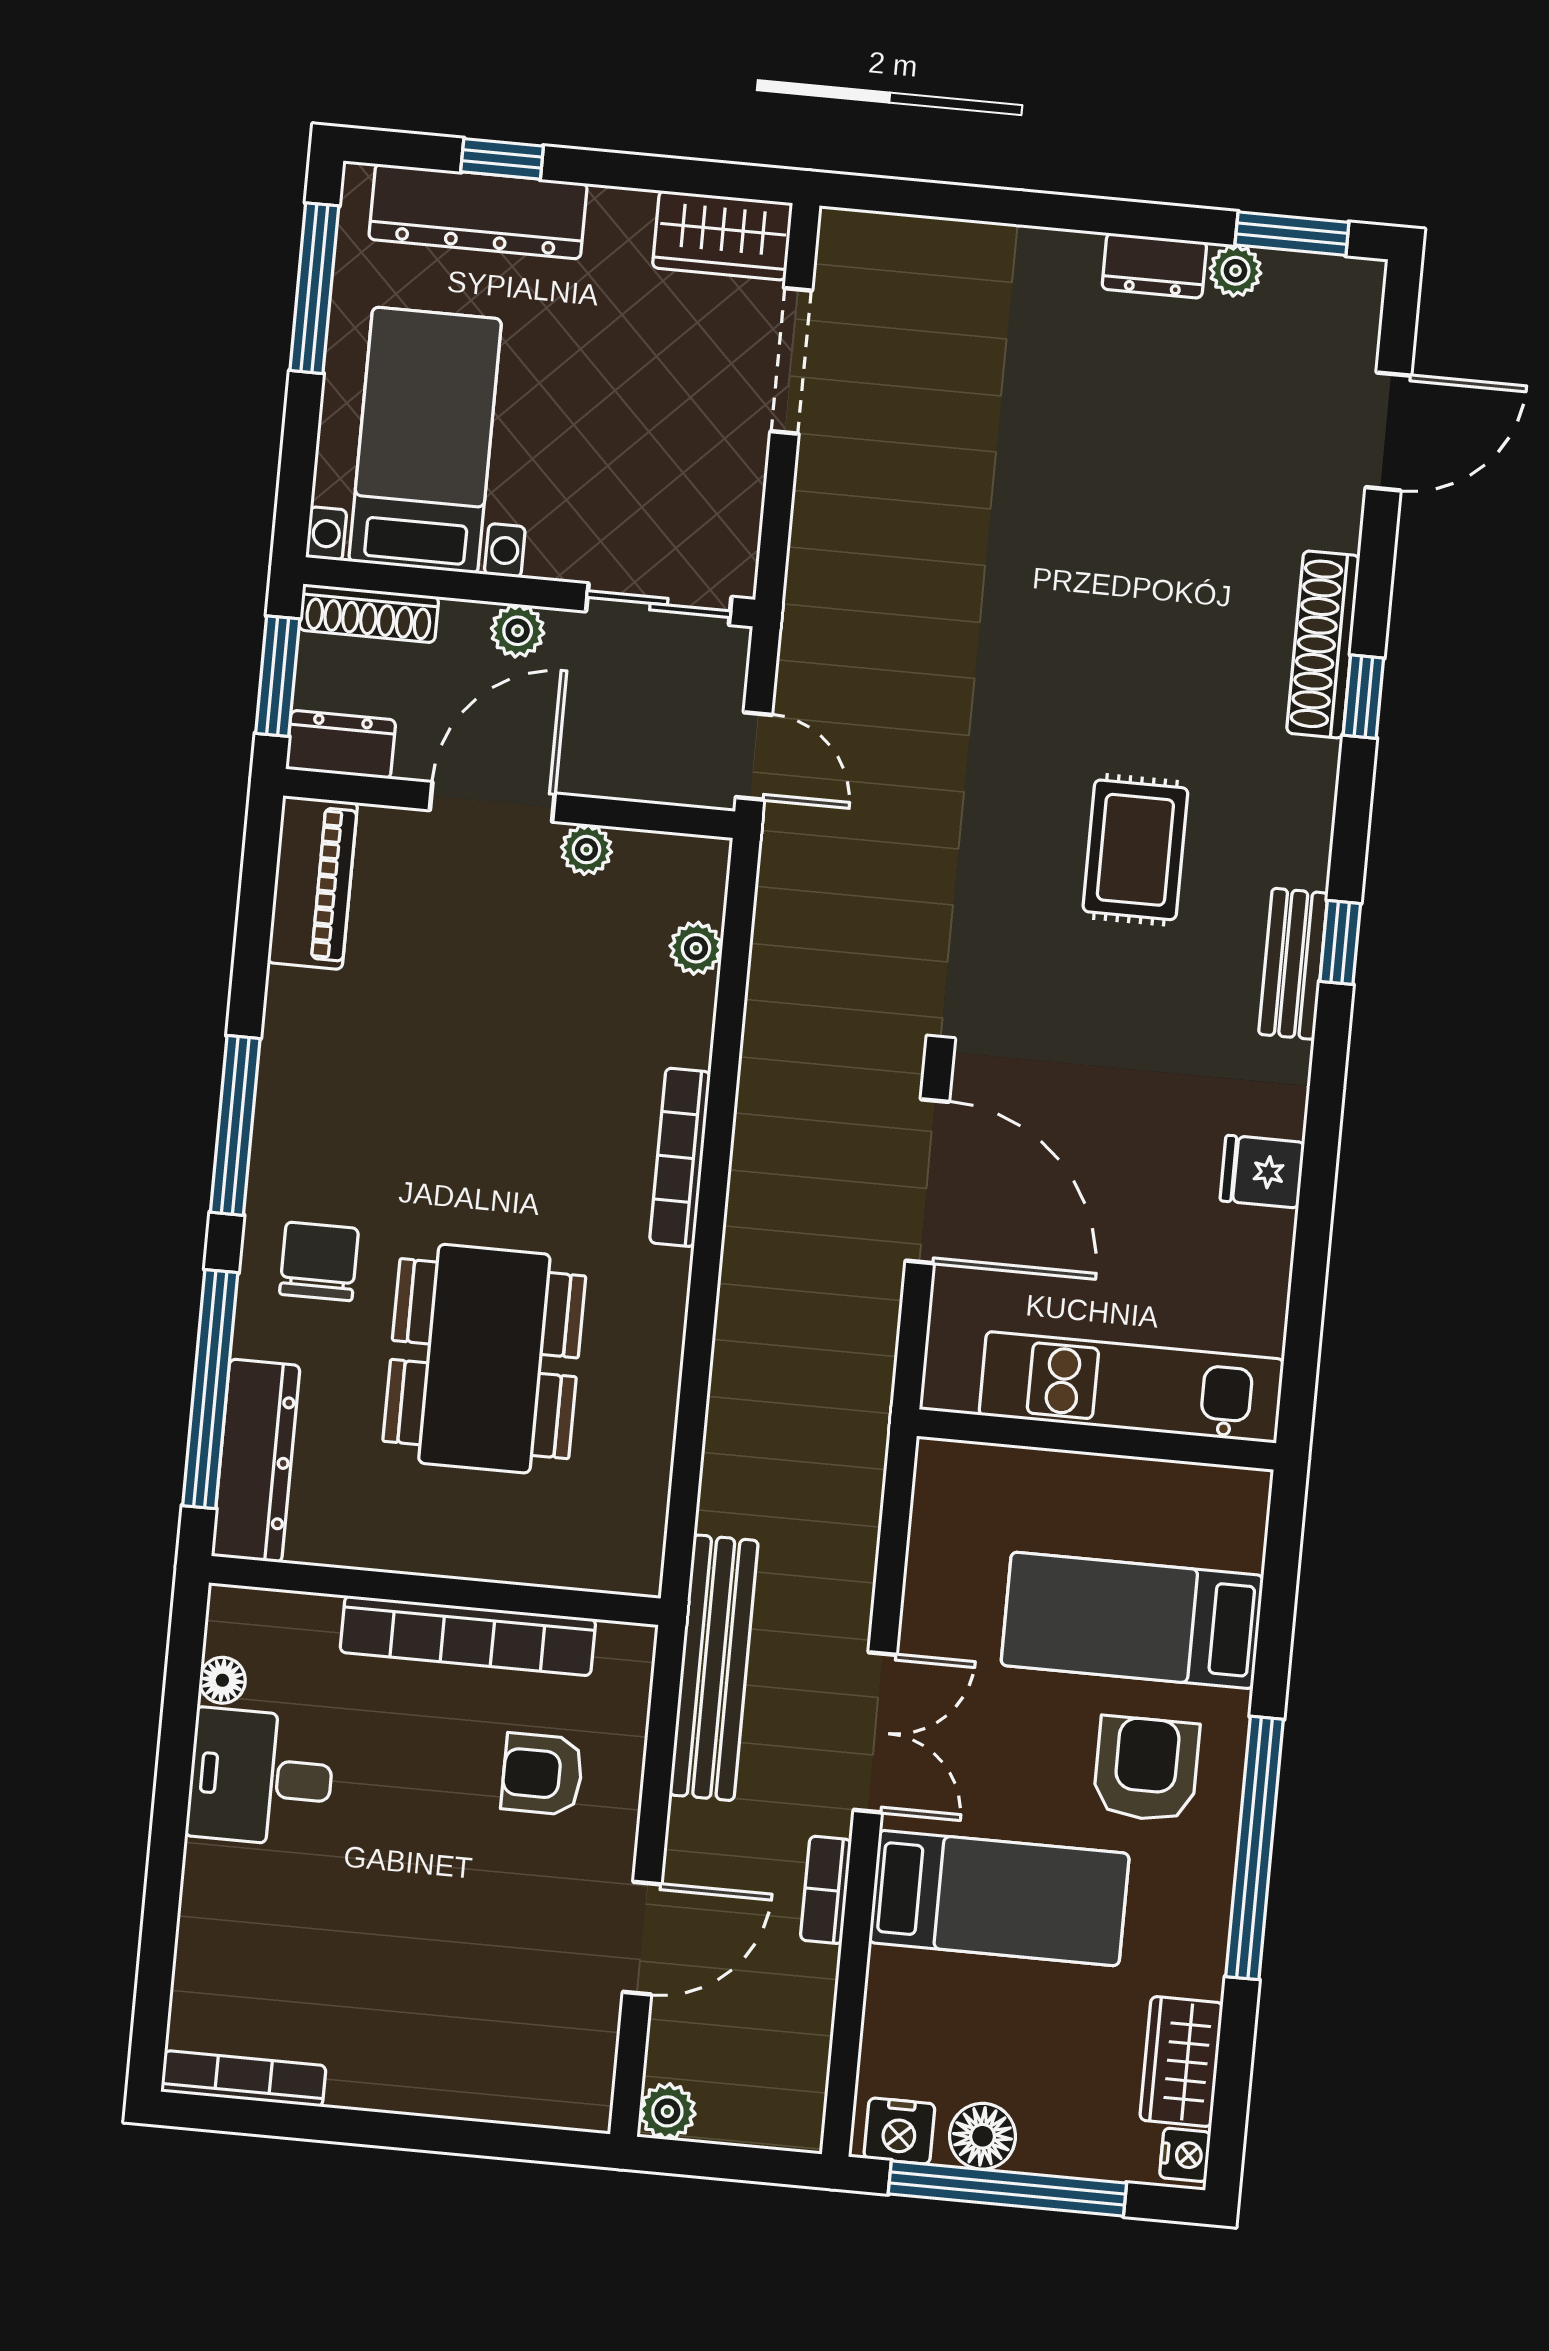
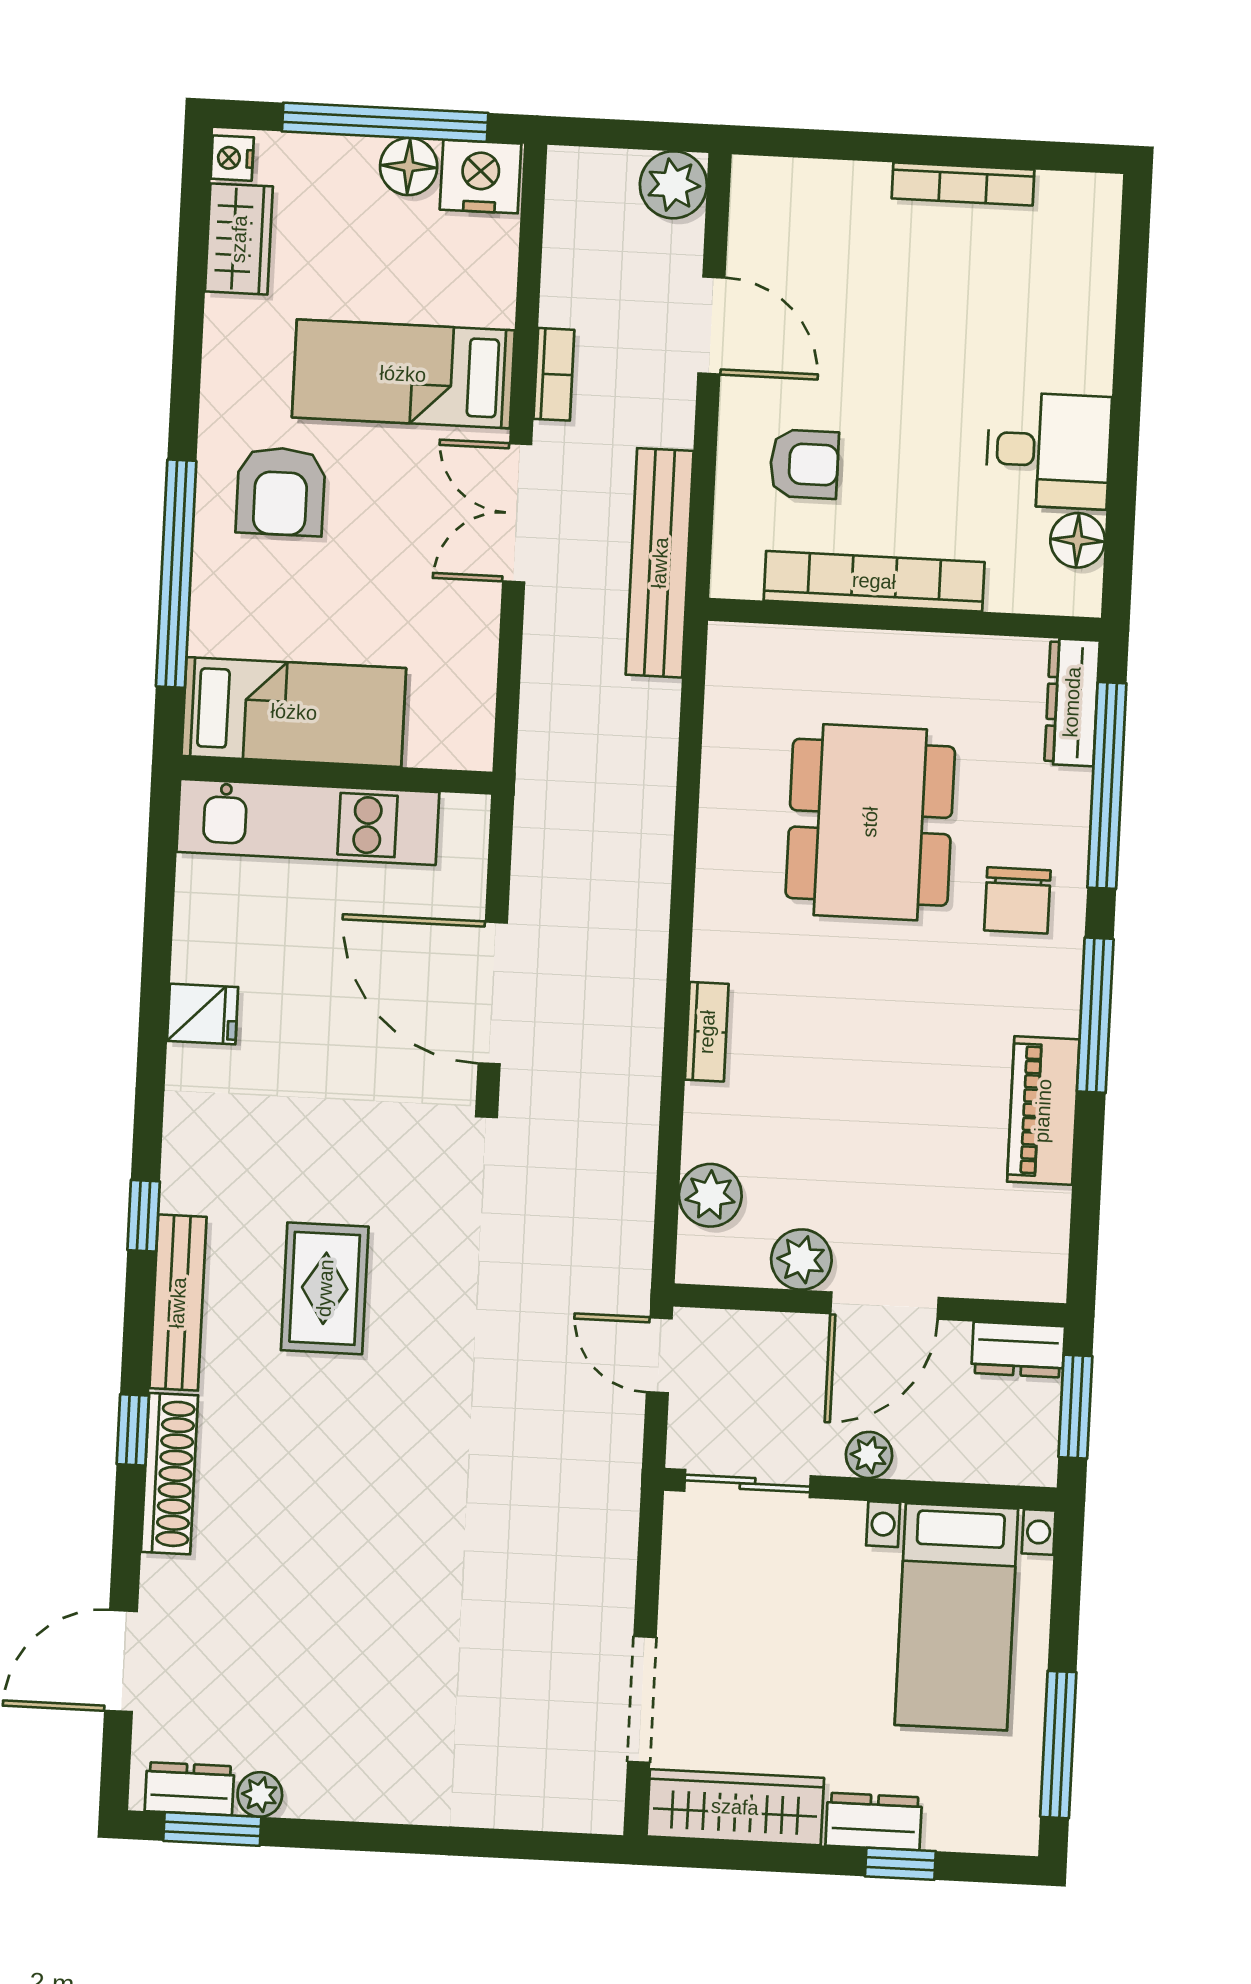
dresser: (478, 211) -> (874, 1821), width x0.51, depth x0.80
wardrobe: (722, 235) -> (735, 1807), width x1.50
dresser: (1154, 266) -> (189, 1789), moved
shoe rack: (369, 613) -> (999, 1464), removed
plant: (586, 850) -> (801, 1260), width x1.38, depth x1.38
piano: (313, 883) -> (1043, 1111), moved
plant: (696, 948) -> (710, 1195), width x1.38, depth x1.38
bench: (1293, 964) -> (178, 1303), moved, width x1.36
bookcase: (680, 1157) -> (707, 1032), width x0.64
dresser: (256, 1461) -> (1072, 702), width x0.73, depth x0.80
bed: (1132, 1620) -> (294, 712), moved
floor lamp: (222, 1680) -> (1078, 540), width x1.37, depth x1.37
window: (1255, 1848) -> (176, 574), moved
door: (642, 1938) -> (711, 326), swing flipped
bookcase: (243, 2079) -> (963, 184), moved
plant: (667, 2111) -> (673, 185), width x1.38, depth x1.38
nightstand: (899, 2131) -> (481, 177), width x1.36, depth x1.33

